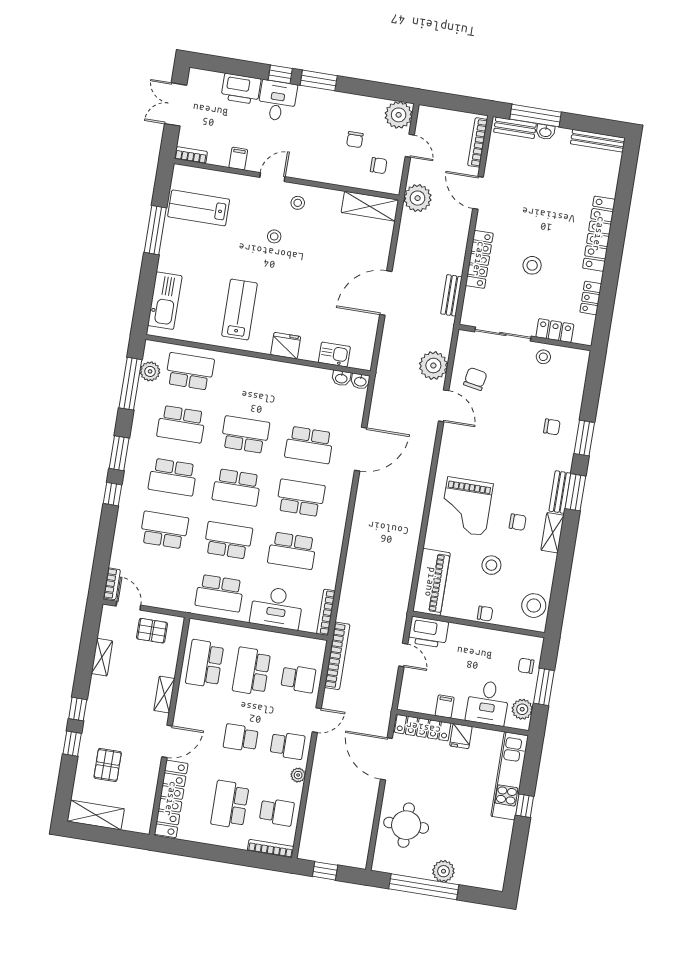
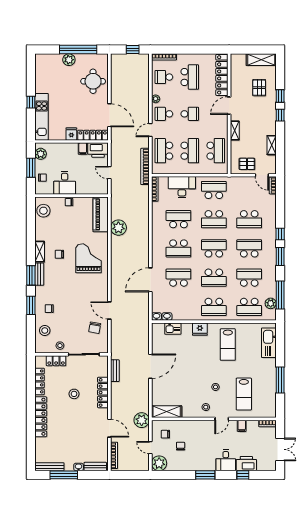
window: (280, 74) -> (243, 475), moved
window: (536, 116) -> (64, 475), moved
lab bench: (199, 208) -> (244, 394), moved, turned 90
locker: (591, 298) -> (40, 381), width x1.53
plant: (433, 366) -> (118, 228), moved
school desk: (254, 382) -> (214, 307), added
stool: (491, 565) -> (45, 330), moved
printer: (428, 632) -> (98, 150), moved, turned 180
school desk: (298, 679) -> (164, 151), width x1.85
desk: (488, 703) -> (65, 183), moved, turned 180

